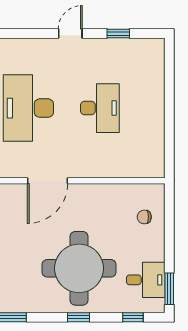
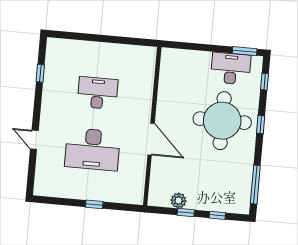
door: (70, 34) -> (34, 140), moved
chair: (144, 217) -> (186, 66), removed
desk: (146, 280) -> (231, 69), width x1.37

